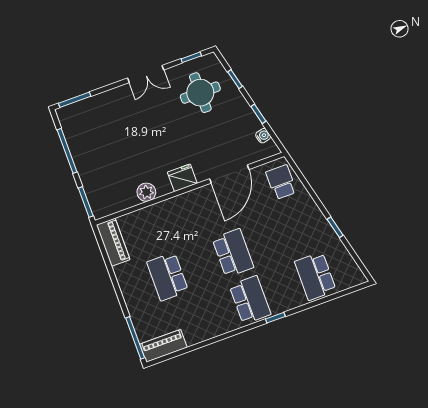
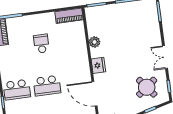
round table: (200, 93) -> (147, 87), turned -38
school desk: (168, 277) -> (41, 44), width x0.54

